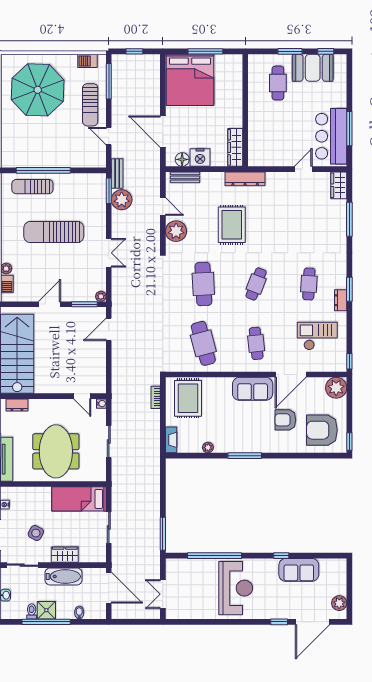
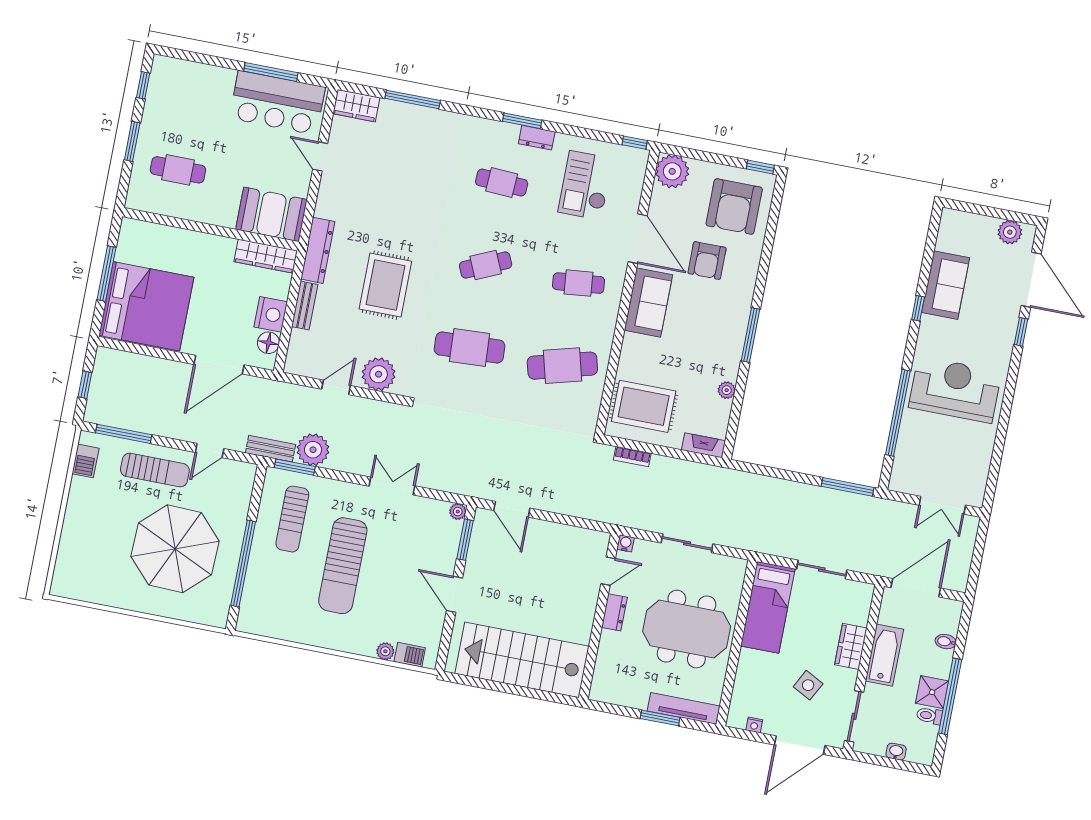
booth: (313, 68) -> (271, 214), moved, turned 90
parasol: (38, 90) -> (175, 549), moved
bench: (185, 177) -> (305, 306), moved
sun lounger: (32, 187) -> (292, 519), moved
rug: (232, 225) -> (385, 285), turned 90
cafe table: (256, 284) -> (486, 265), turned -45
dresser: (17, 405) -> (614, 612), moved

